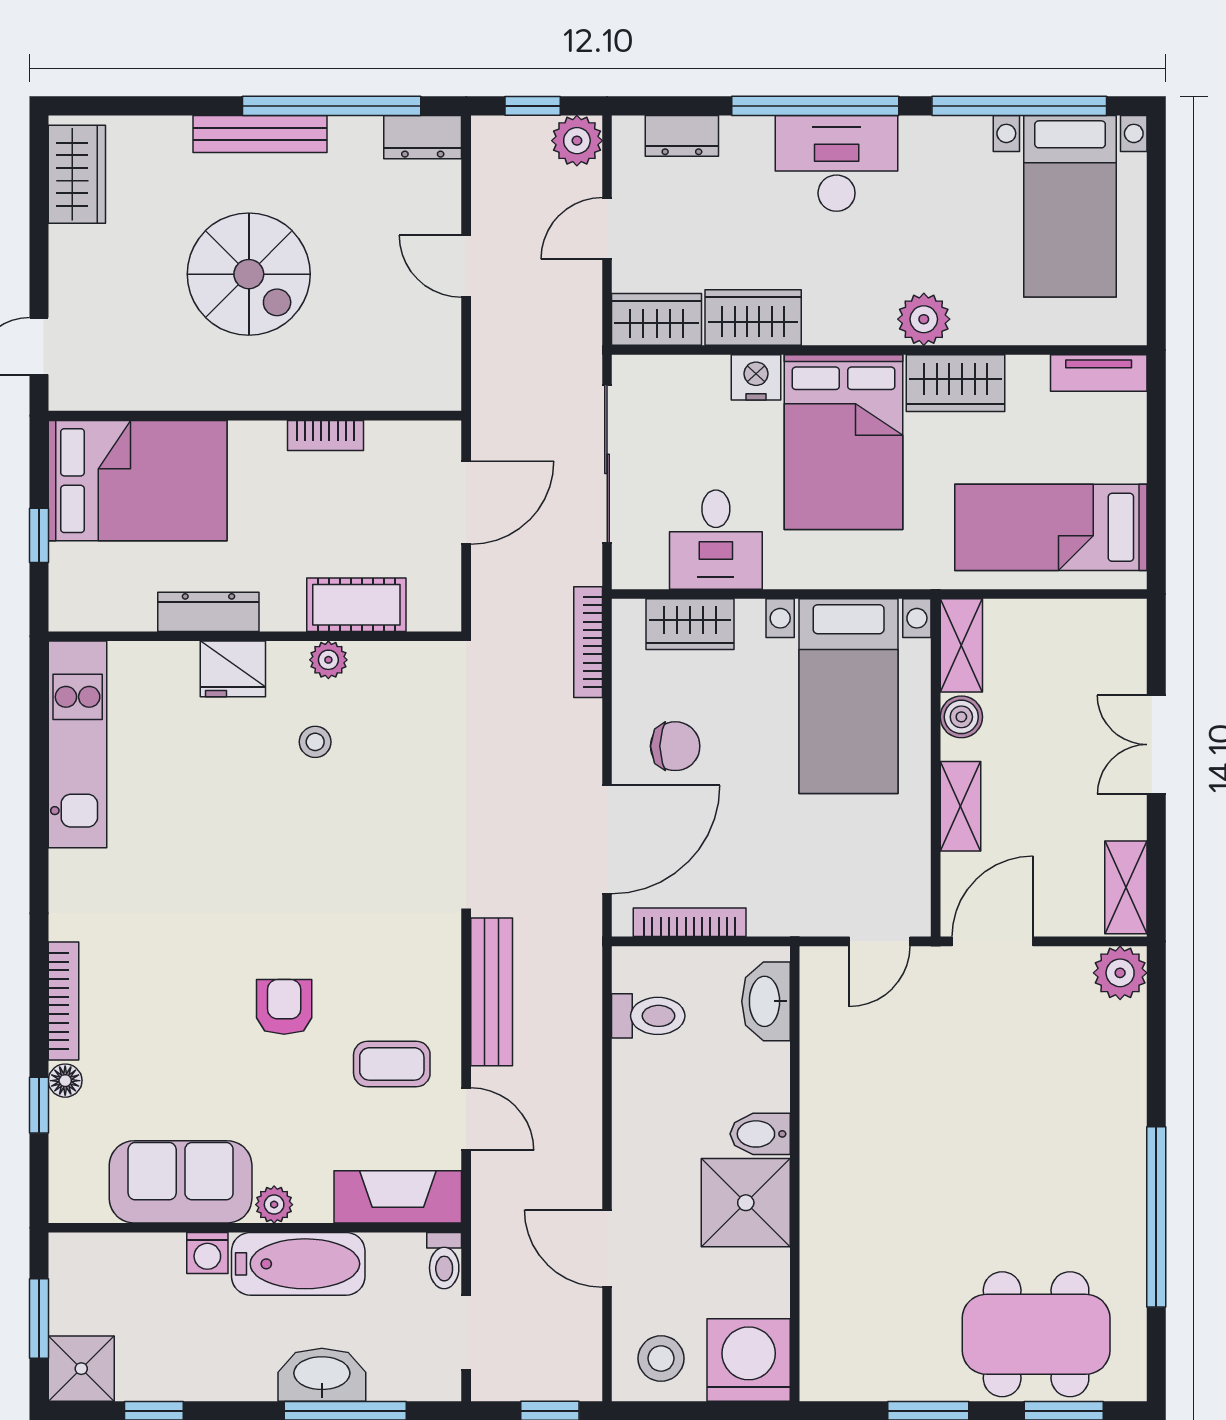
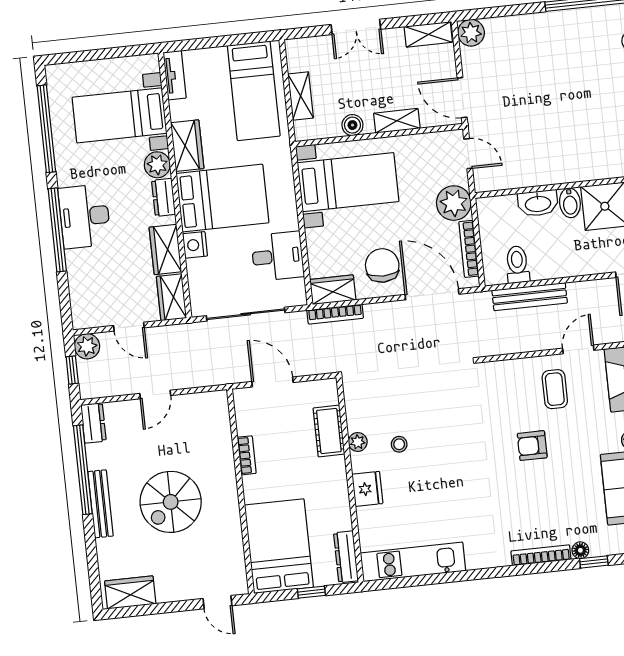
dresser: (682, 136) -> (163, 197), moved, turned 180
bed with nightstands: (1070, 206) -> (119, 115), moved, turned 180
spiral stairs: (249, 274) -> (171, 502), turned 180
dresser: (208, 612) -> (346, 557), moved
wardrobe: (690, 624) -> (333, 290), moved, turned -90
shelving: (961, 645) -> (301, 96), moved, turned 90
chair: (675, 746) -> (382, 265), width x1.37, depth x1.37
plant: (784, 902) -> (454, 203), added
bench: (492, 992) -> (530, 297), moved
washbasin: (766, 1001) -> (538, 203), moved

